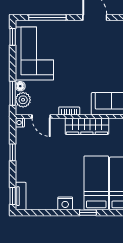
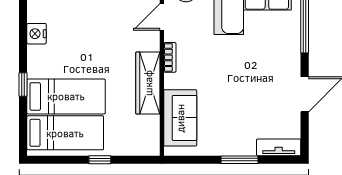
nightstand: (65, 203) -> (37, 34), moved

